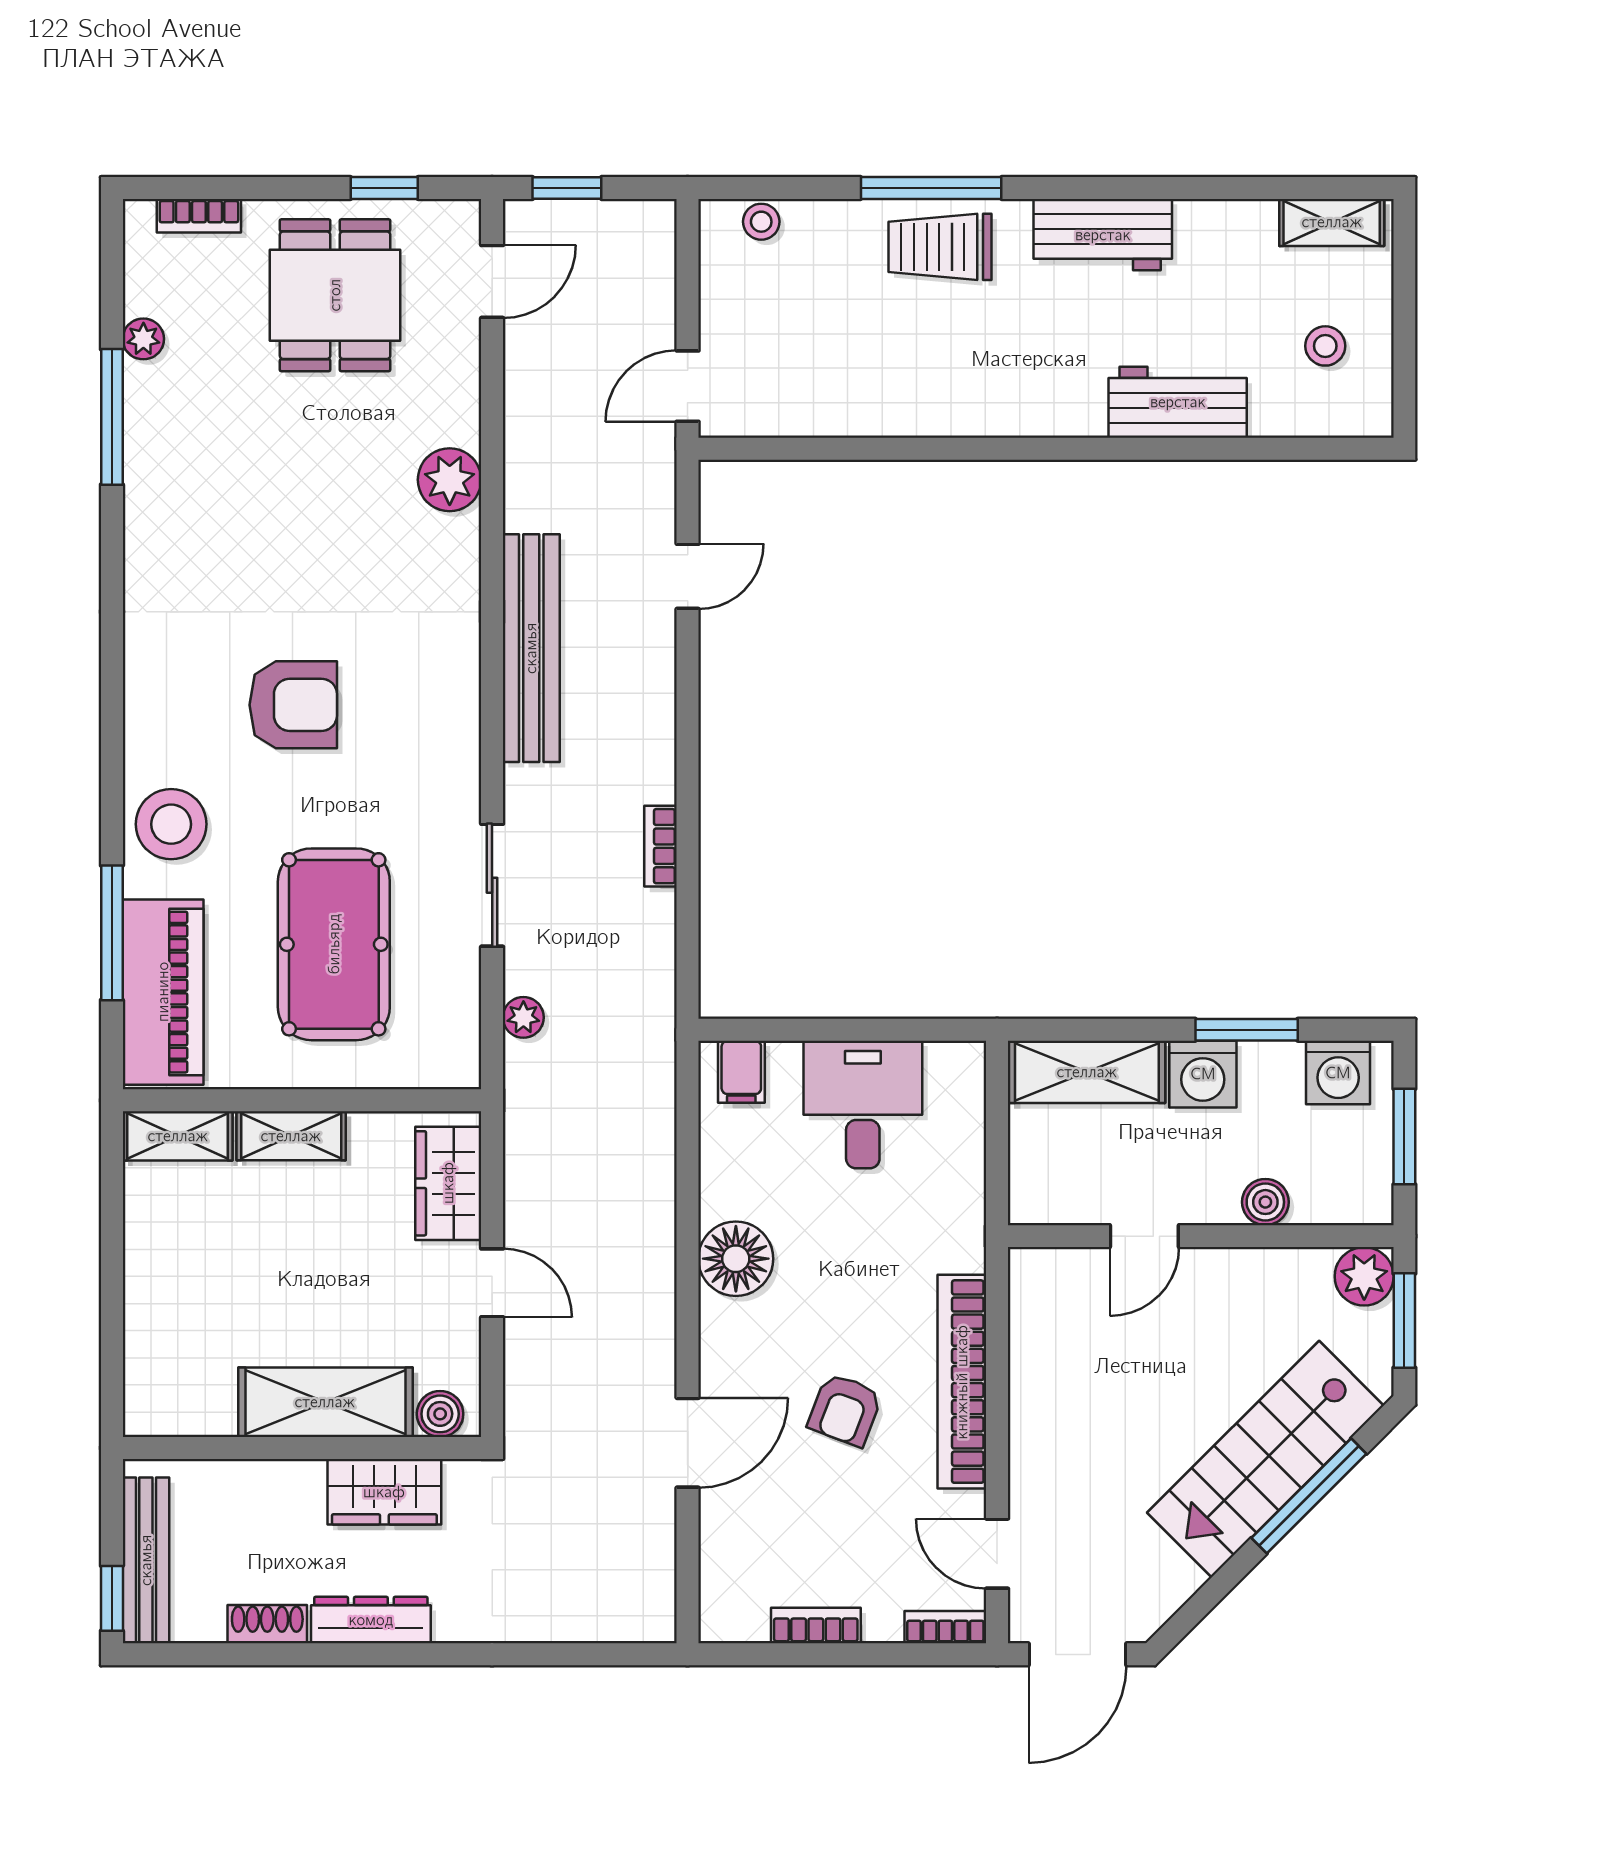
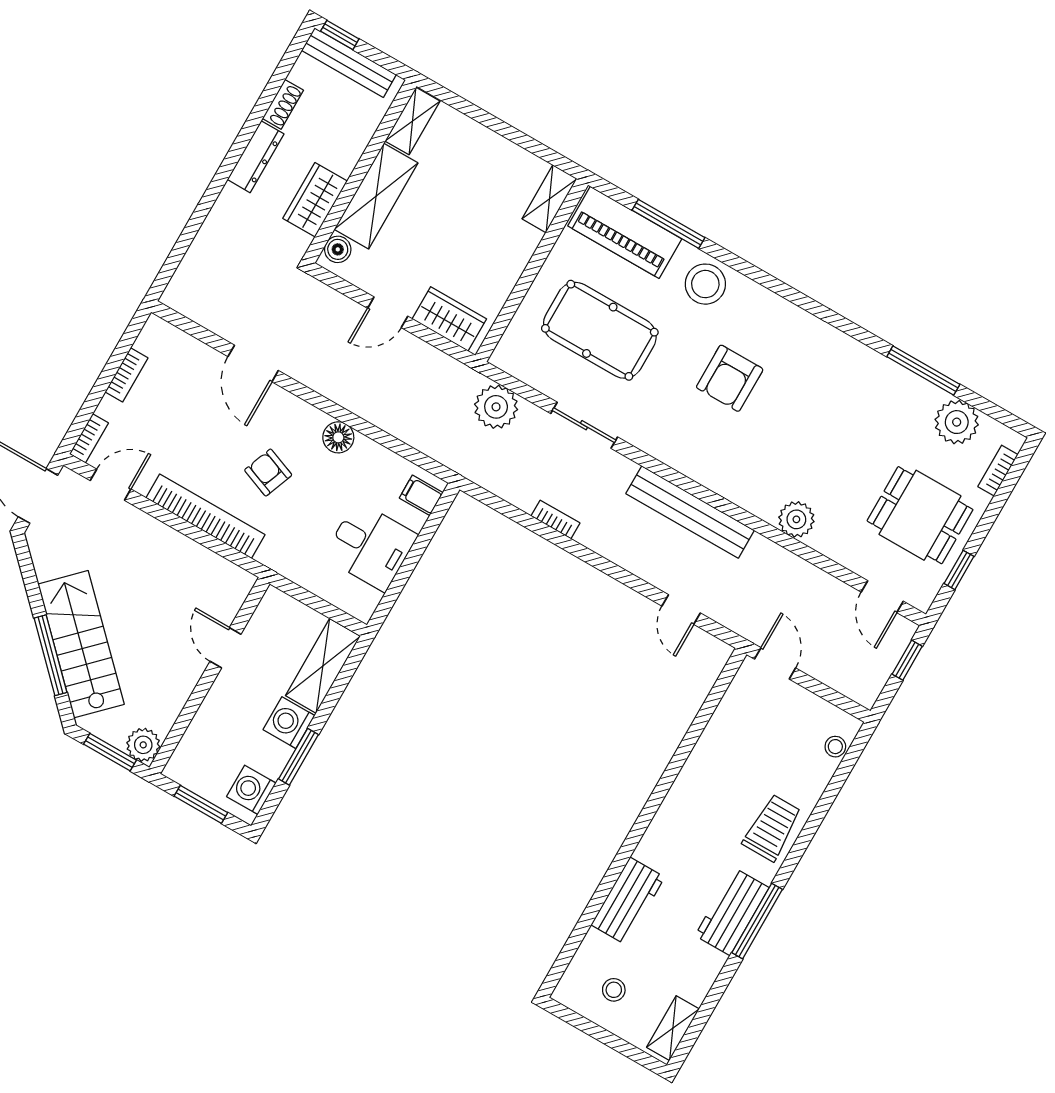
window: (931, 188) -> (757, 921), moved
plant: (143, 339) -> (957, 422), width x1.87, depth x1.87
plant: (523, 1017) -> (496, 407), width x1.88, depth x1.88
shelving: (291, 1136) -> (412, 121), moved
boiler: (1265, 1202) -> (208, 717), removed
floor lamp: (736, 1259) -> (338, 437), width x0.73, depth x0.73
armchair: (845, 1410) -> (268, 473), moved

